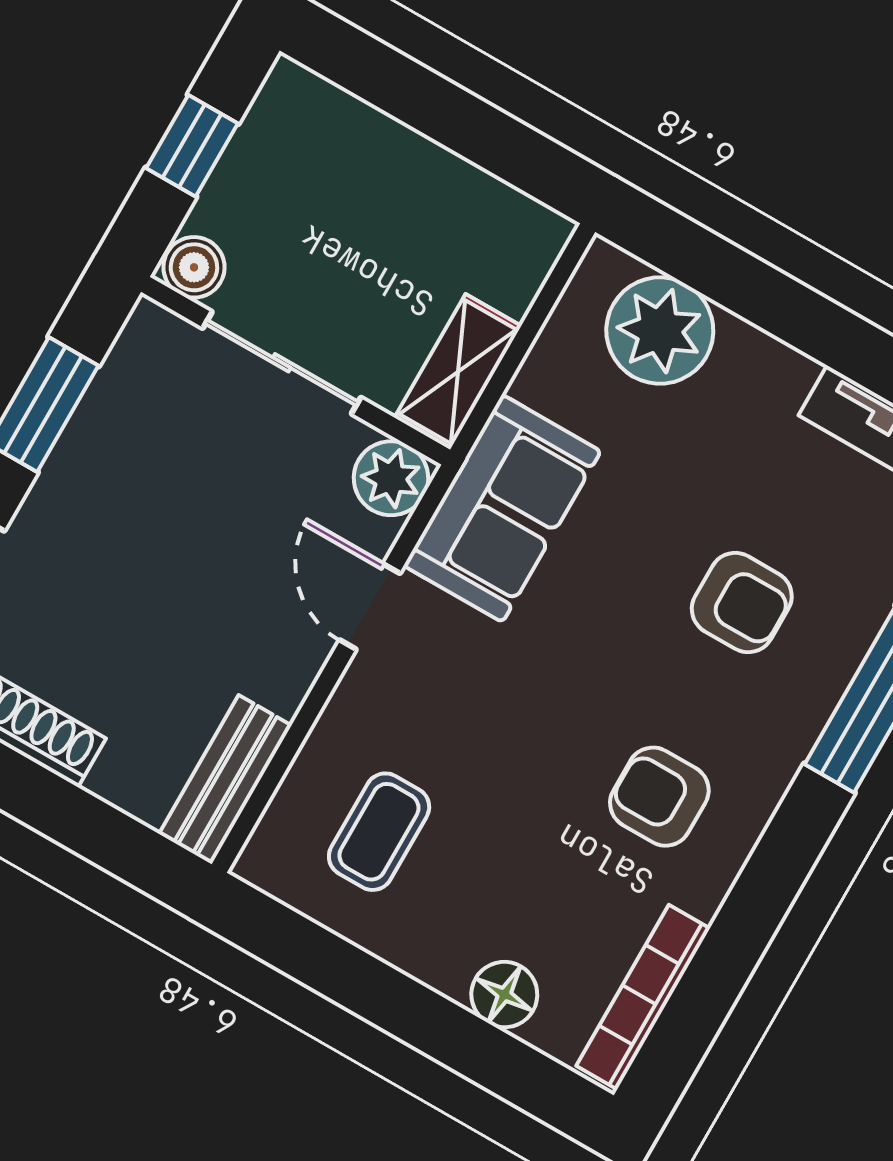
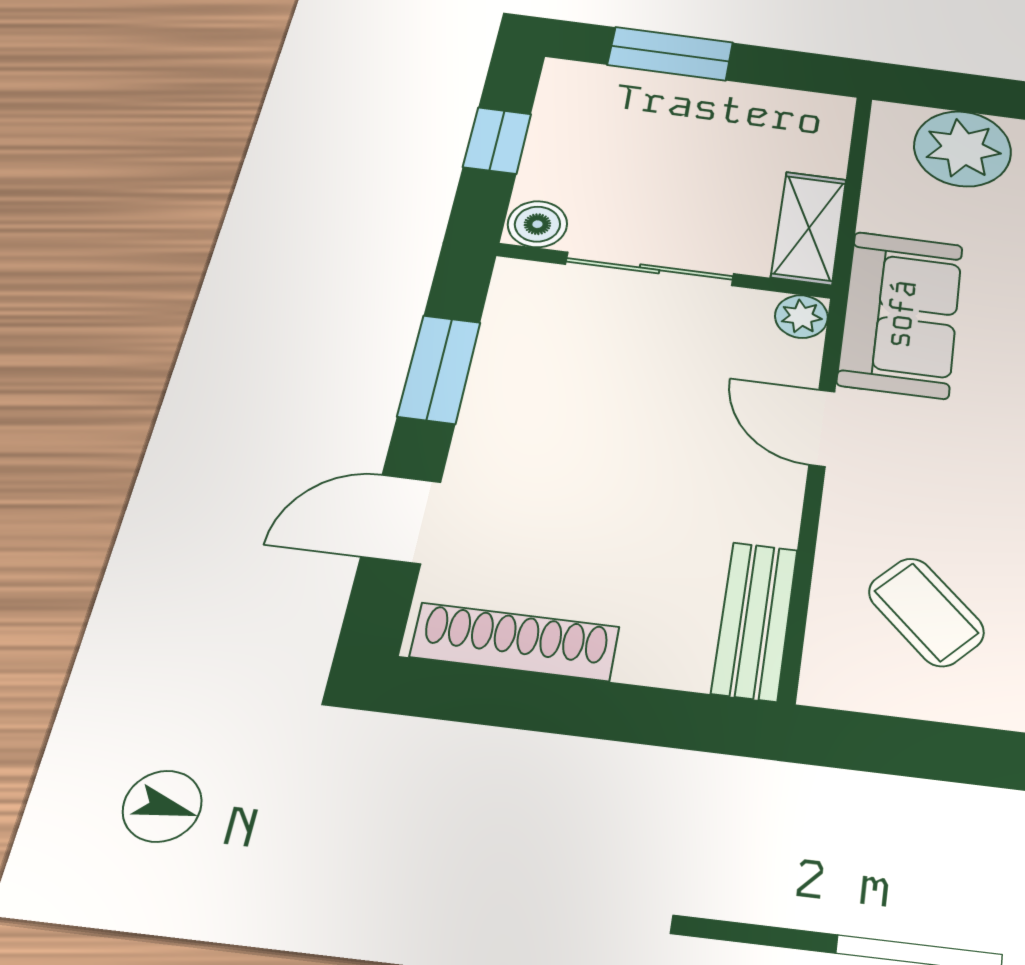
window: (411, 93) -> (670, 54), added
plant: (391, 478) -> (801, 317), width x0.73, depth x0.73
coffee table: (379, 832) -> (926, 612), turned -46

